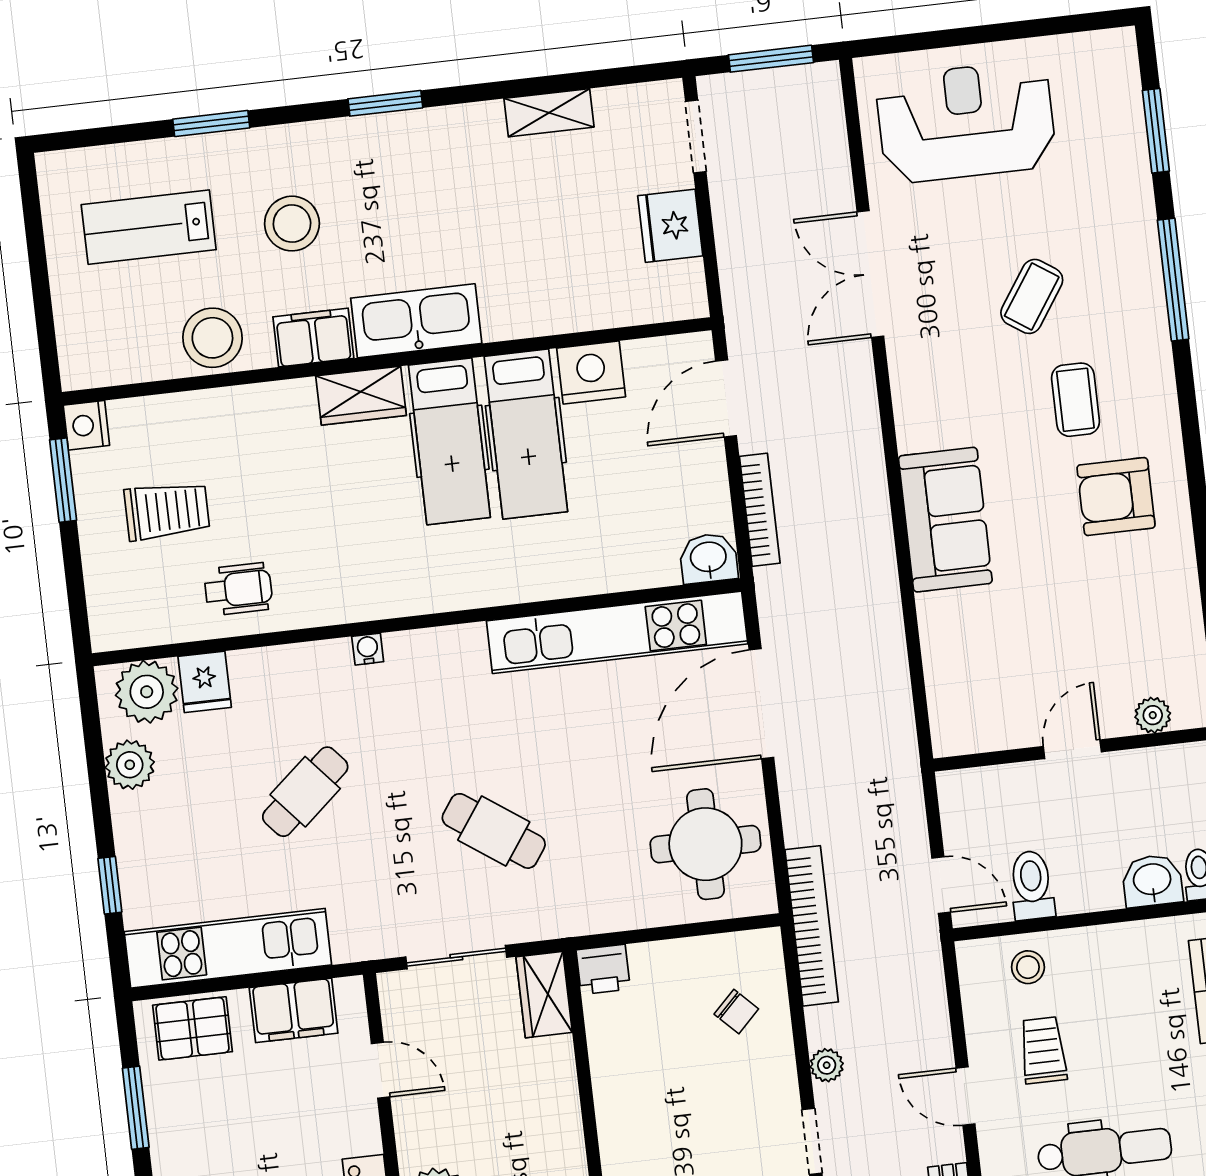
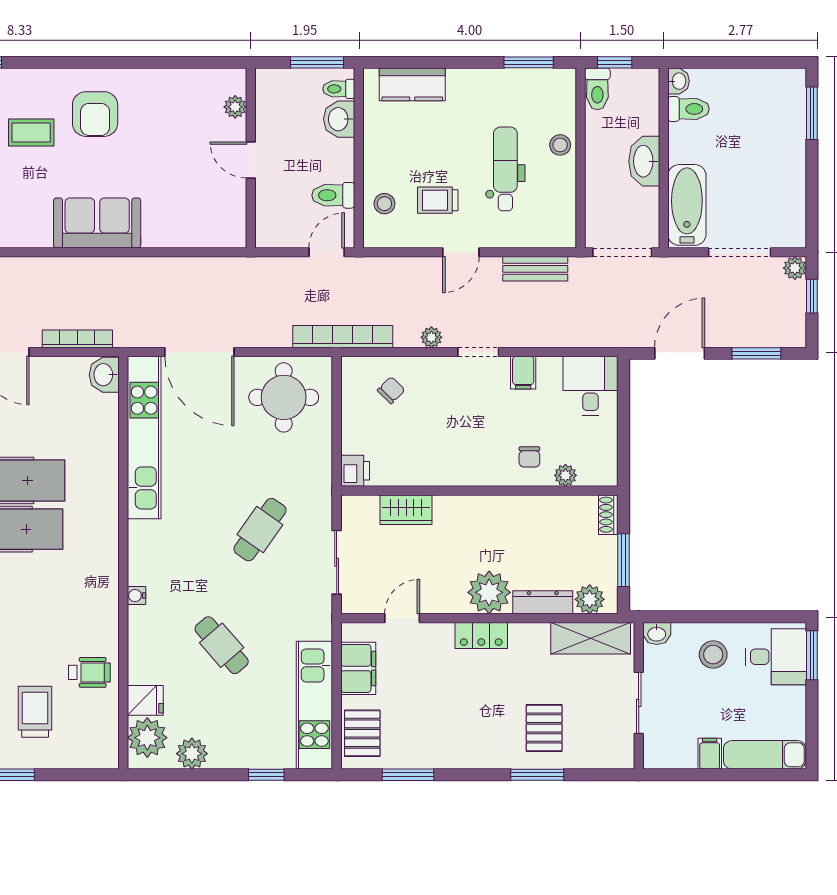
wheelchair: (238, 589) -> (89, 672), turned 90
wardrobe: (544, 995) -> (406, 510), moved

